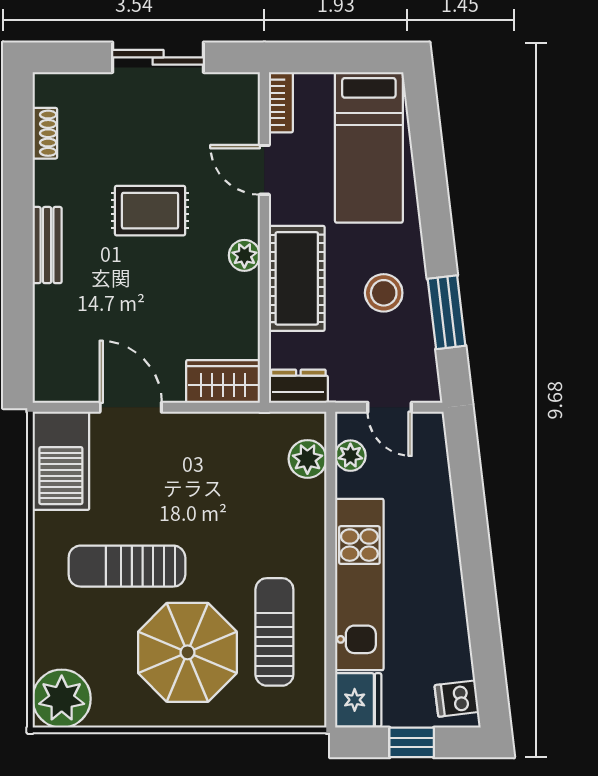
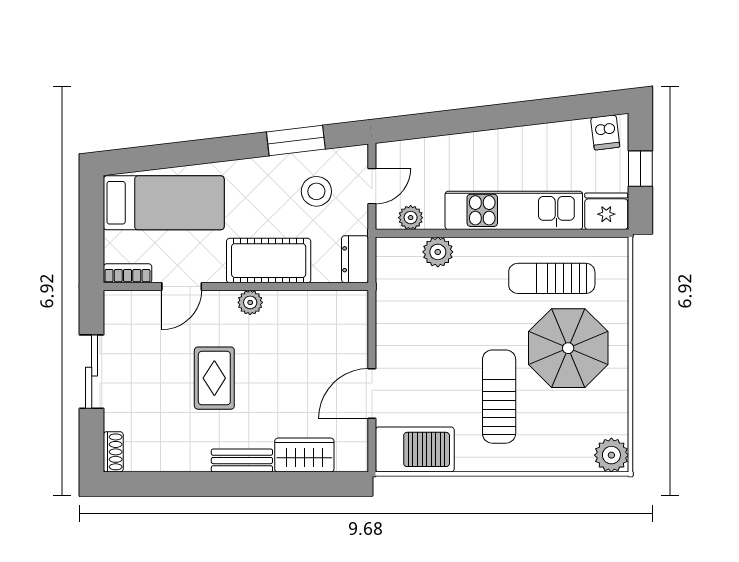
shoe rack: (45, 133) -> (113, 452), moved, turned 90
stool: (384, 293) -> (316, 191), moved
wardrobe: (223, 381) -> (304, 455), moved, turned 90
plant: (307, 459) -> (438, 252), moved
sun lounger: (127, 566) -> (499, 397), turned 180
plant: (62, 699) -> (611, 455), width x0.73, depth x0.73

